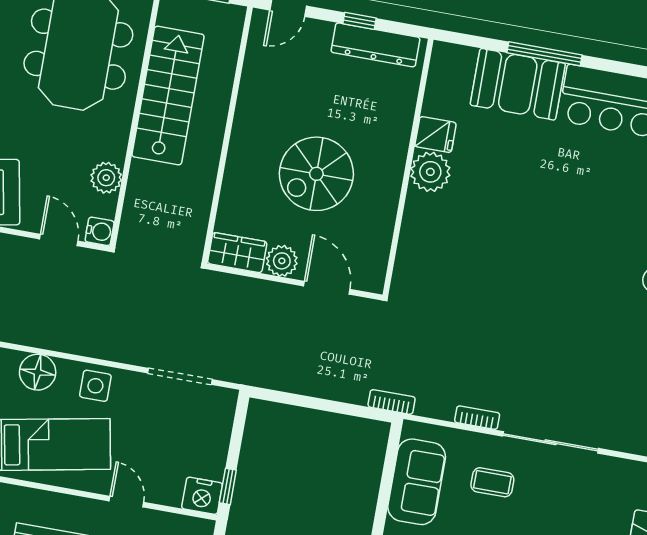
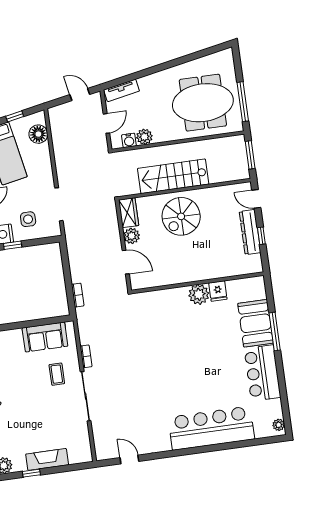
dresser: (375, 45) -> (250, 232), moved
stairs: (168, 96) -> (173, 176), moved, turned 180
spiral stairs: (316, 174) -> (181, 216), moved, turned -90
water cooler: (100, 231) -> (129, 140), moved
door: (327, 288) -> (126, 262), hinge flipped
side table: (95, 386) -> (28, 219), moved
bookcase: (392, 402) -> (78, 295), moved

